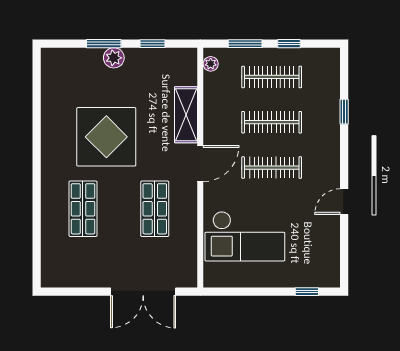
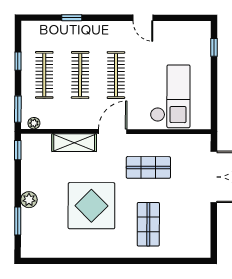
window: (104, 44) -> (18, 221), moved
window: (153, 44) -> (18, 150), moved
window: (245, 44) -> (18, 109), moved
door: (200, 164) -> (113, 131), hinge flipped
shop shelf: (83, 209) -> (148, 224), turned 90

